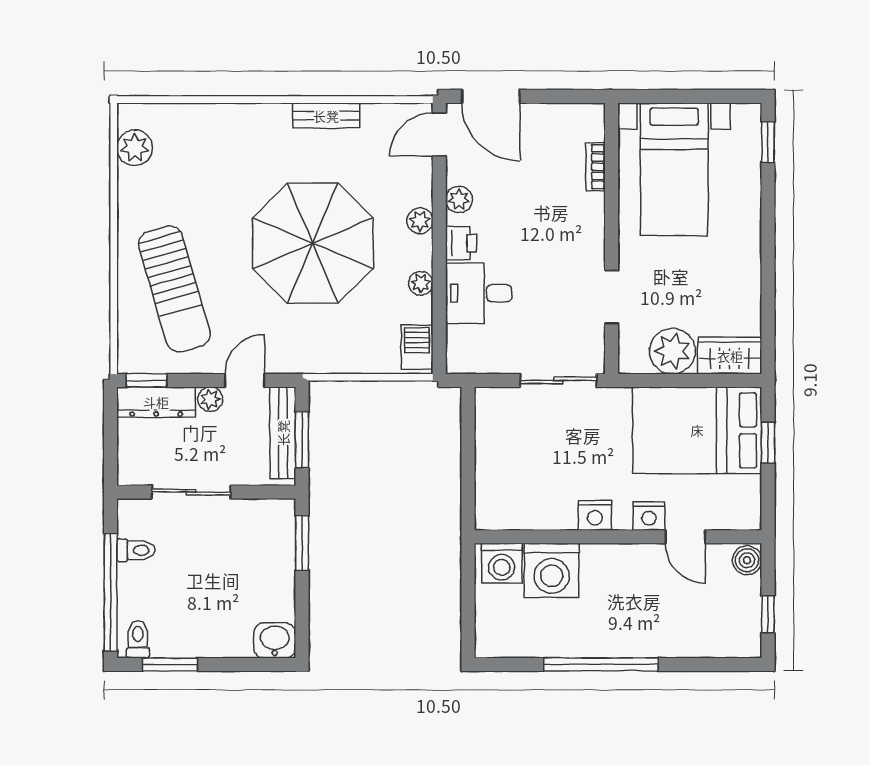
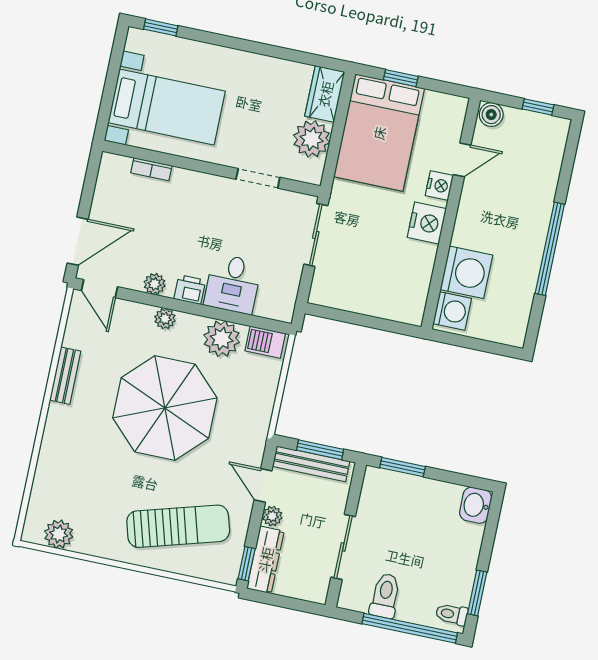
plant: (421, 283) -> (222, 339), width x1.88, depth x1.88
nightstand: (595, 515) -> (427, 223), width x1.36, depth x1.33
toilet: (136, 550) -> (385, 596), width x1.37, depth x1.39

